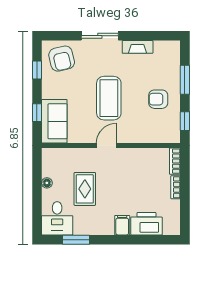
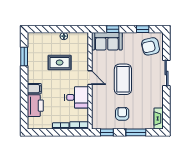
fireplace: (138, 47) -> (159, 118), moved
coffee table: (109, 98) -> (123, 79), turned 90
desk: (57, 218) -> (77, 97), moved, turned 180

